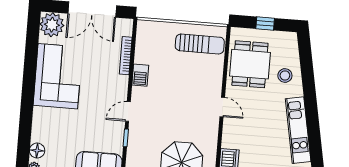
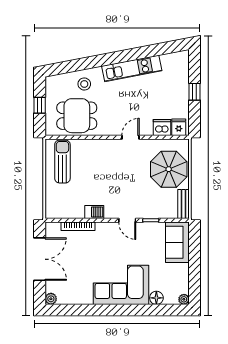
plant: (52, 25) -> (51, 299), width x0.53, depth x0.53
corner sofa: (58, 76) -> (121, 285), moved
door: (222, 107) -> (130, 137), moved
floor lamp: (37, 151) -> (156, 298), moved

